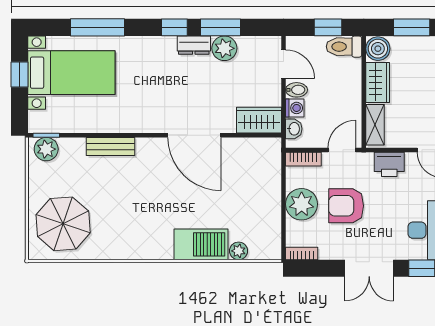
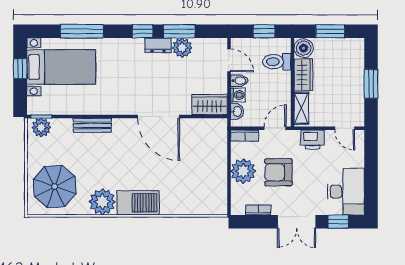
toilet: (344, 47) -> (277, 62), moved
barbecue: (201, 244) -> (138, 203), moved
plant: (239, 251) -> (102, 202), moved, width x1.88, depth x1.88
bookcase: (302, 253) -> (258, 210), moved

